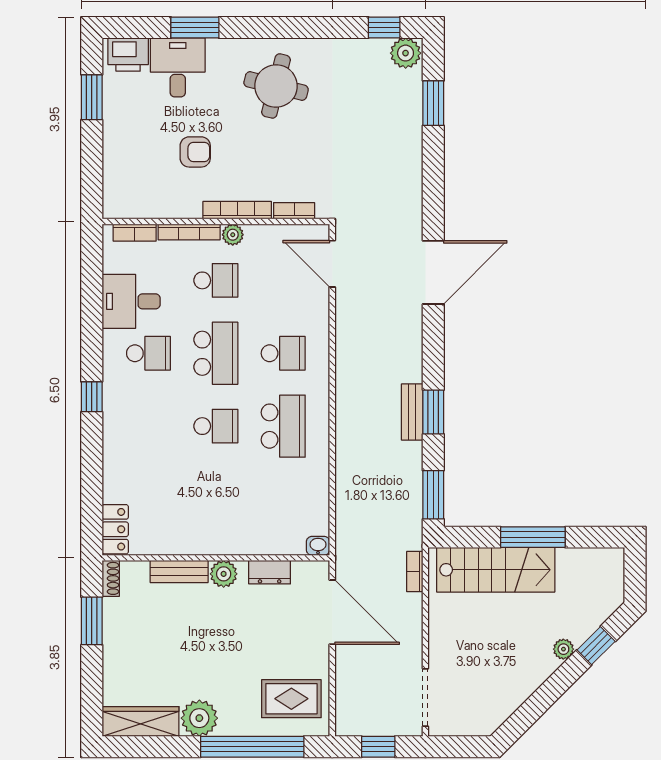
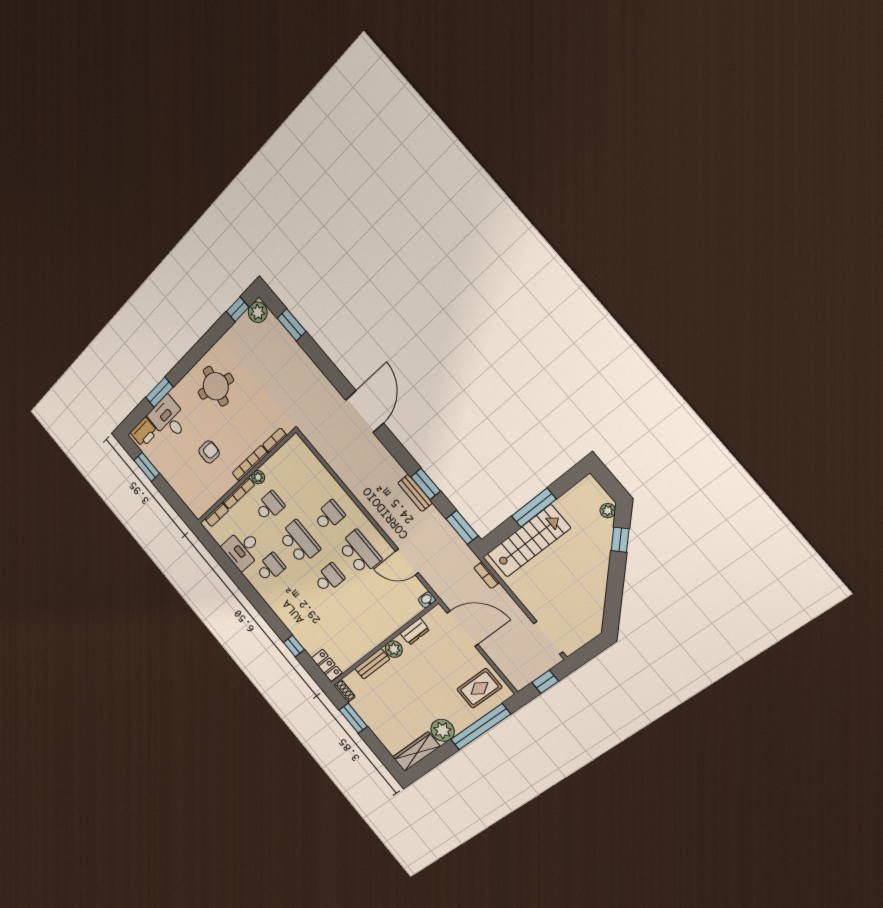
door: (332, 264) -> (407, 562), moved
window: (92, 397) -> (294, 646), moved
plant: (563, 649) -> (608, 511), moved

